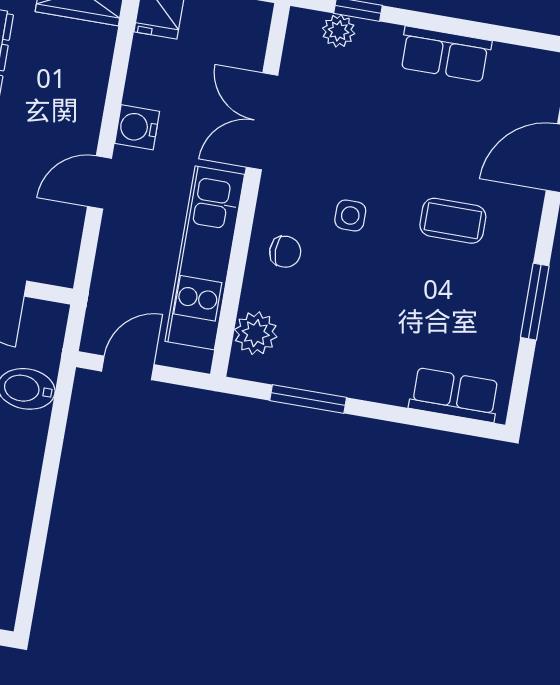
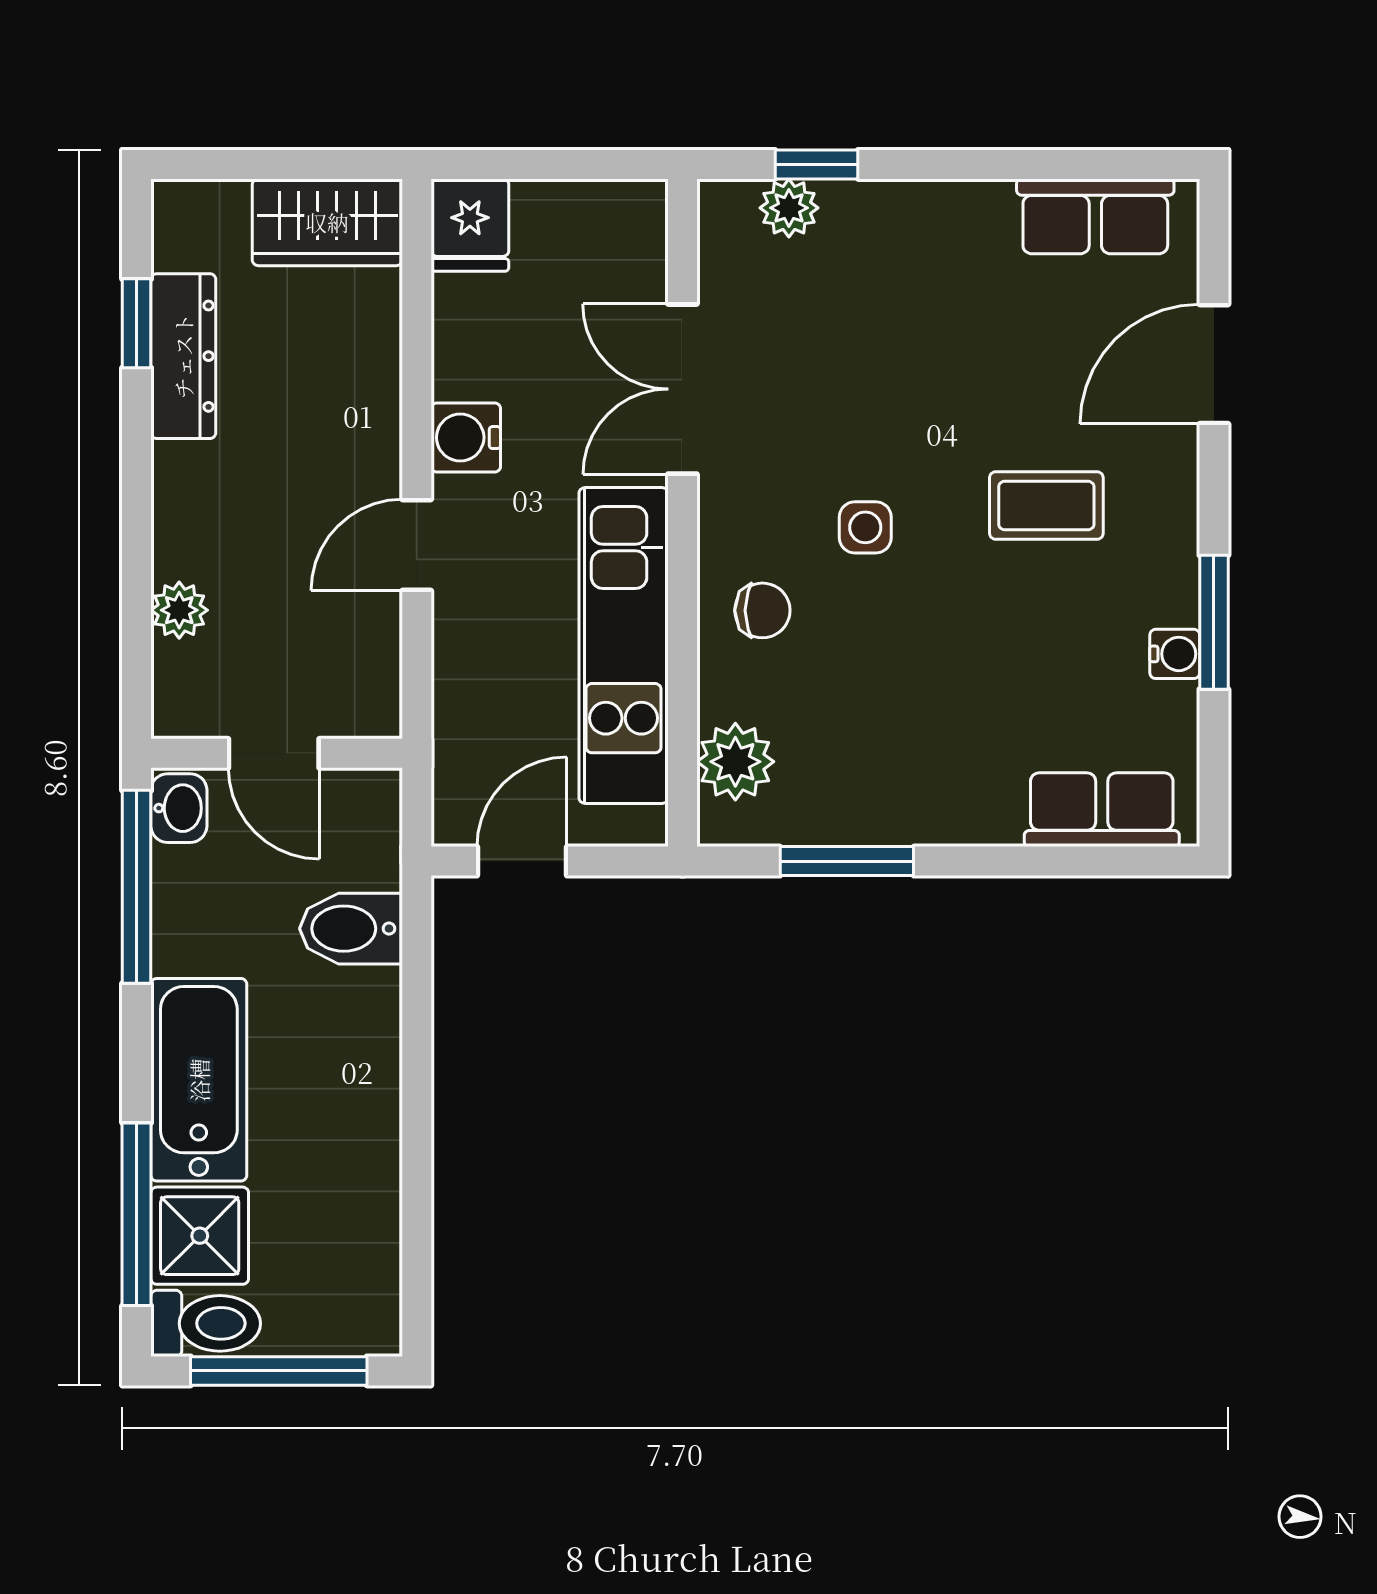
row of seats: (445, 54) -> (1095, 216), moved
water cooler: (510, 315) -> (1175, 654), added

